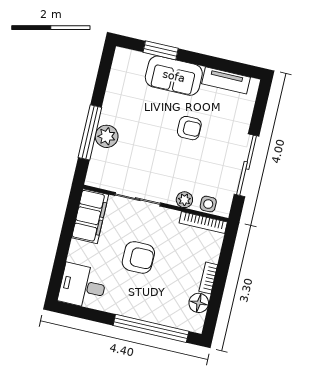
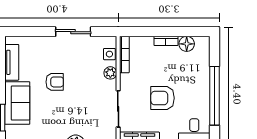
armchair: (189, 128) -> (55, 82), turned 90
sliding door: (247, 165) -> (73, 32), width x0.73
armchair: (138, 257) -> (163, 98), turned -90
window: (151, 328) -> (215, 96), moved

